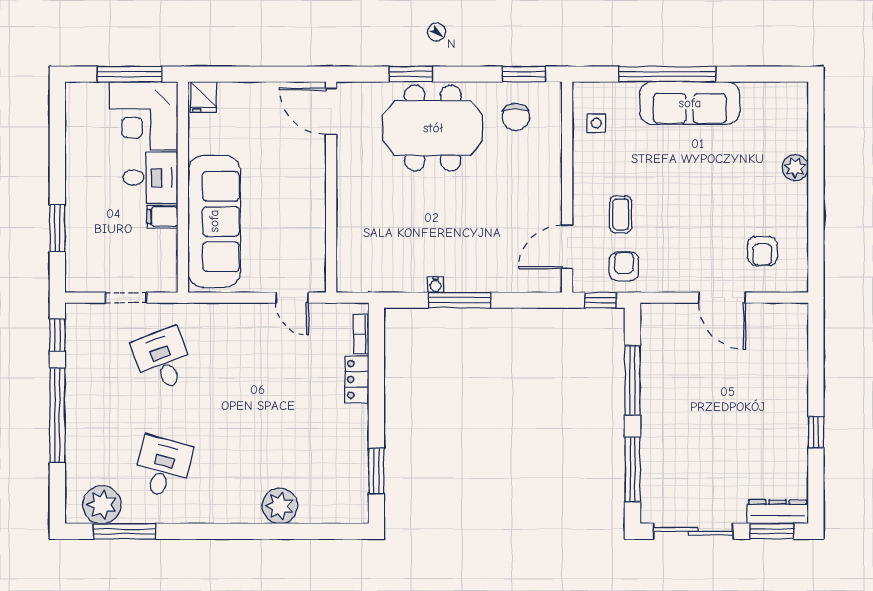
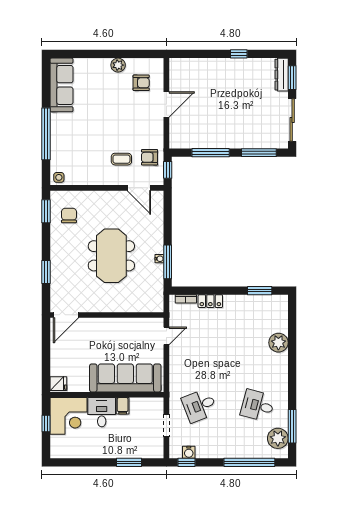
window: (130, 74) -> (46, 423), width x0.46
sofa: (690, 103) -> (61, 85), moved
chair: (516, 117) -> (69, 216), turned -90
side table: (596, 123) -> (59, 177), moved
meeting table: (433, 128) -> (111, 256), moved
plant: (795, 168) -> (118, 65), moved
window: (459, 300) -> (168, 262), moved
water cooler: (76, 339) -> (189, 452), added
window: (57, 415) -> (249, 462), moved

